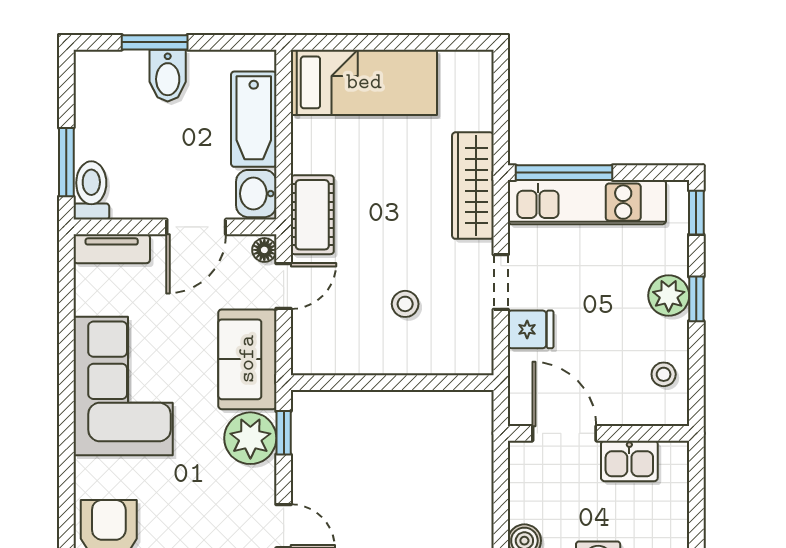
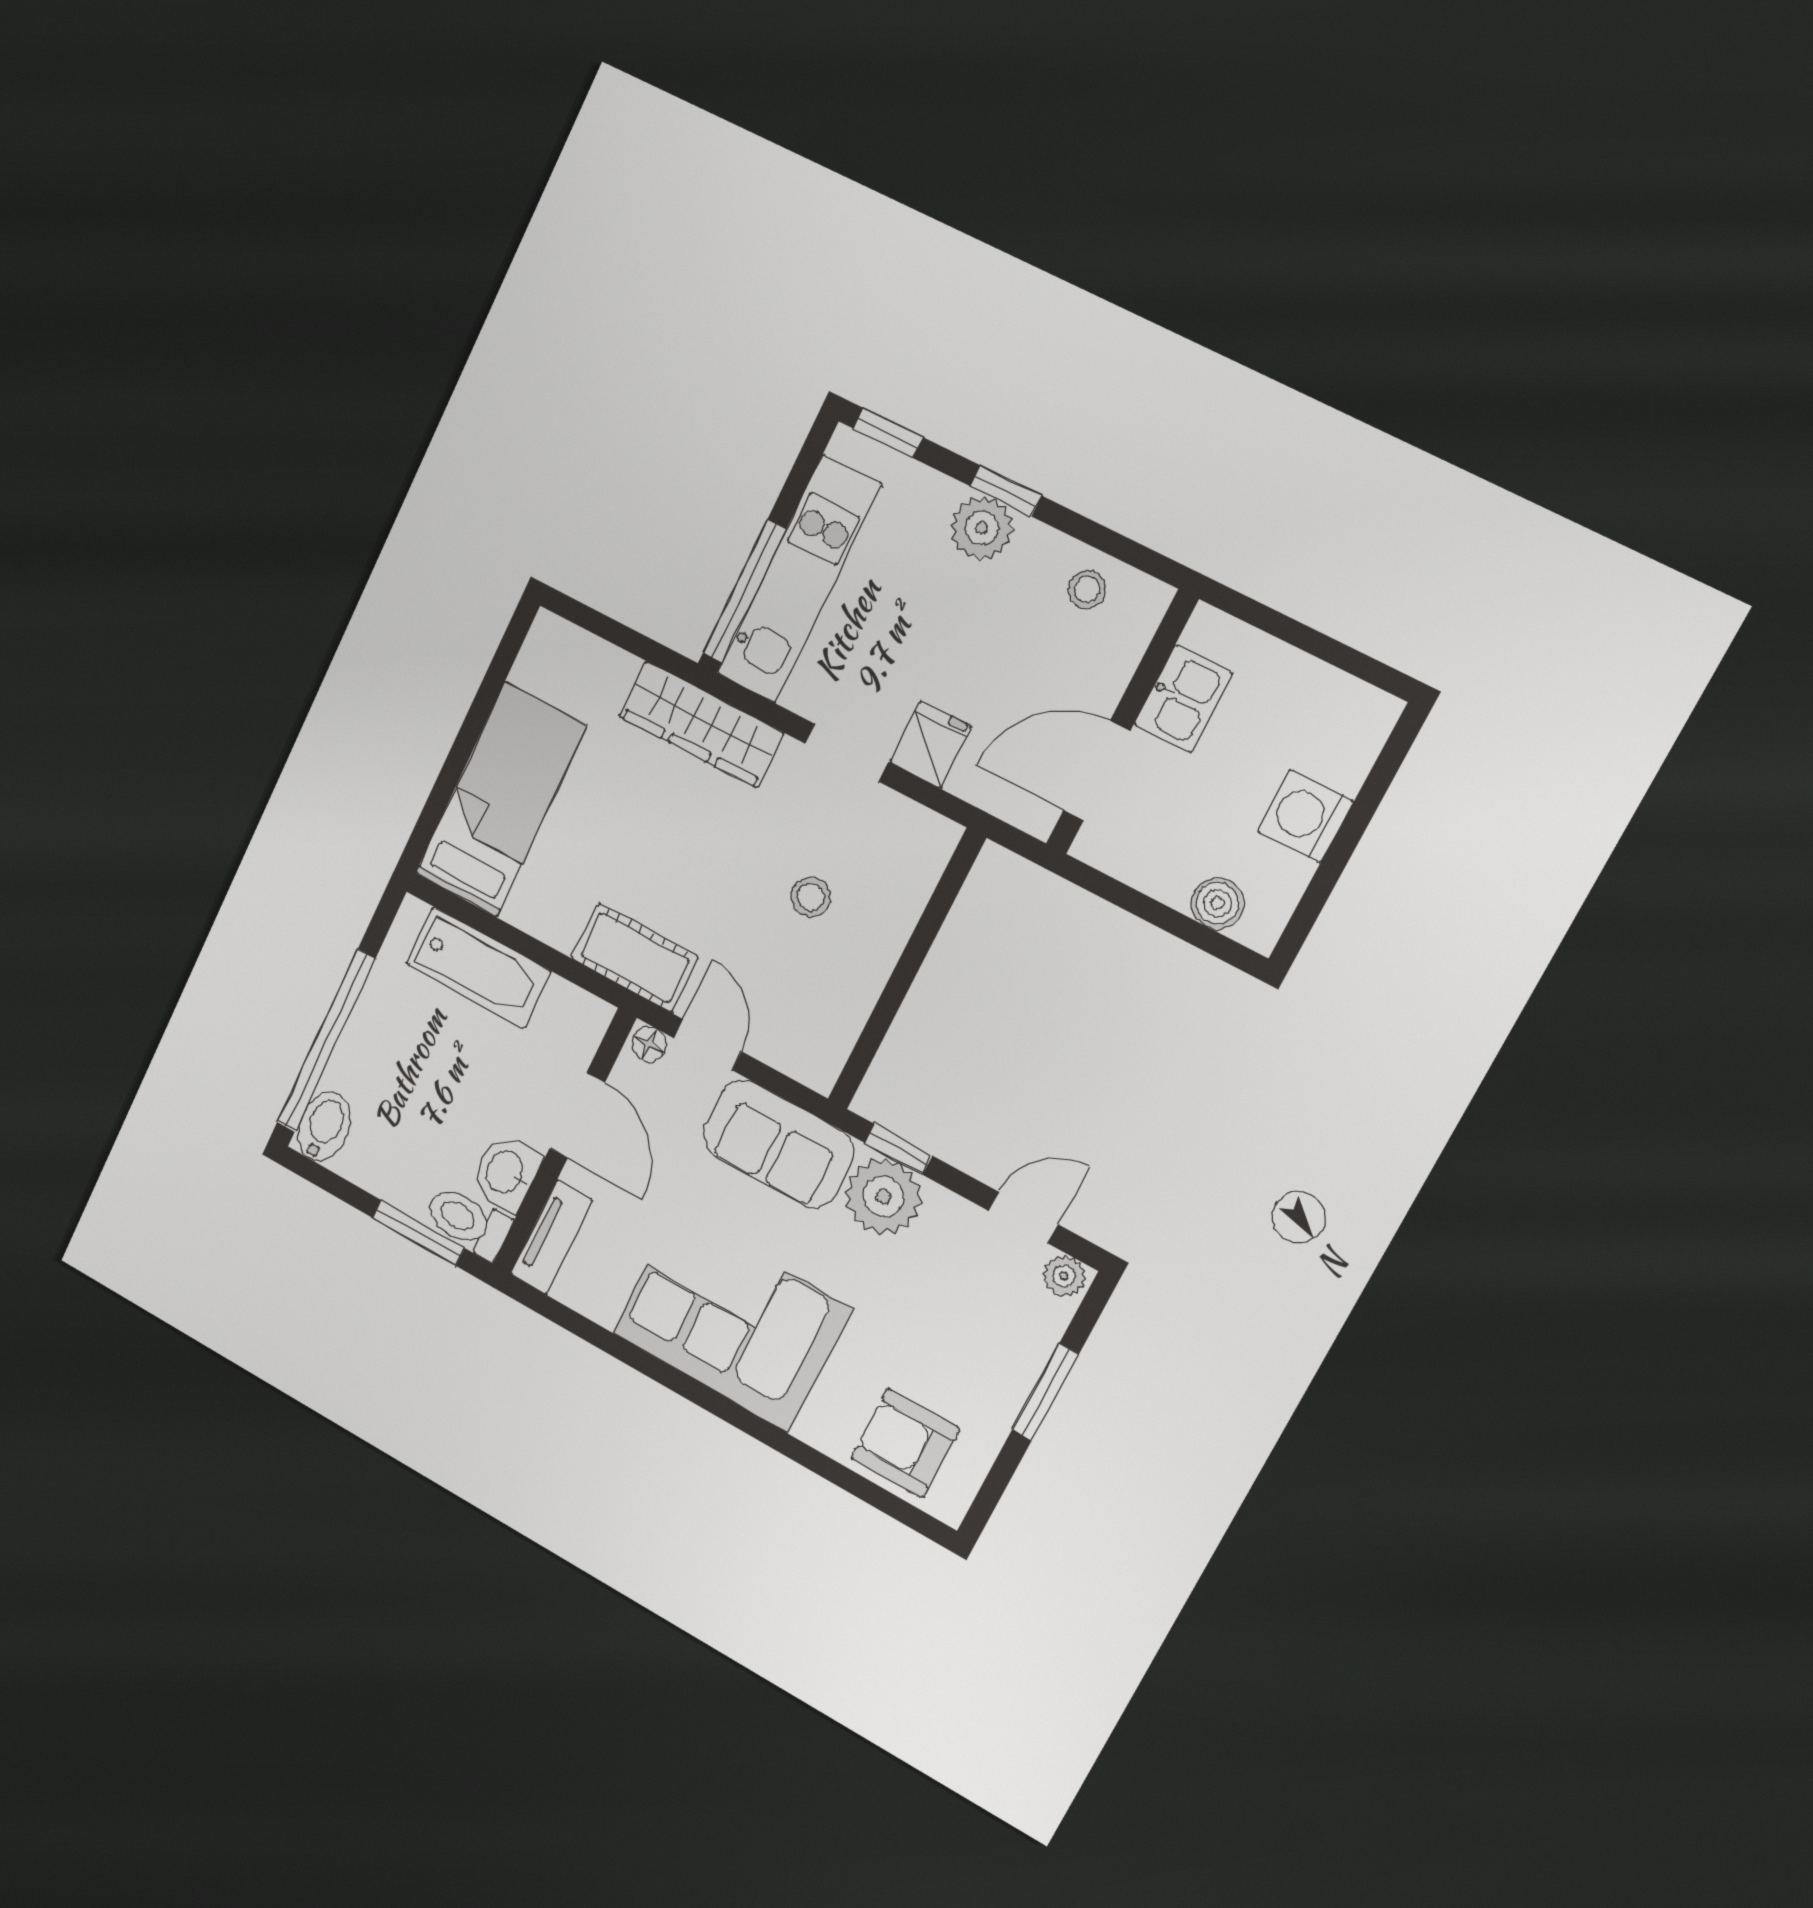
window: (155, 42) -> (326, 1041), width x2.11
bidet: (168, 76) -> (324, 1127), moved, turned -90
washbasin: (256, 194) -> (506, 1173), moved, turned 90

